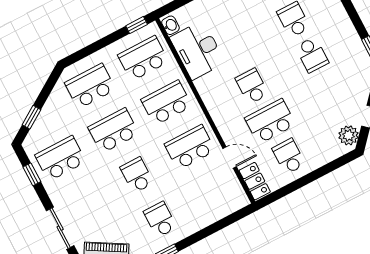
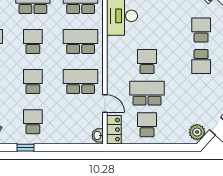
school desk: (114, 131) -> (33, 42), width x0.54
washbasin: (240, 197) -> (98, 135), added

